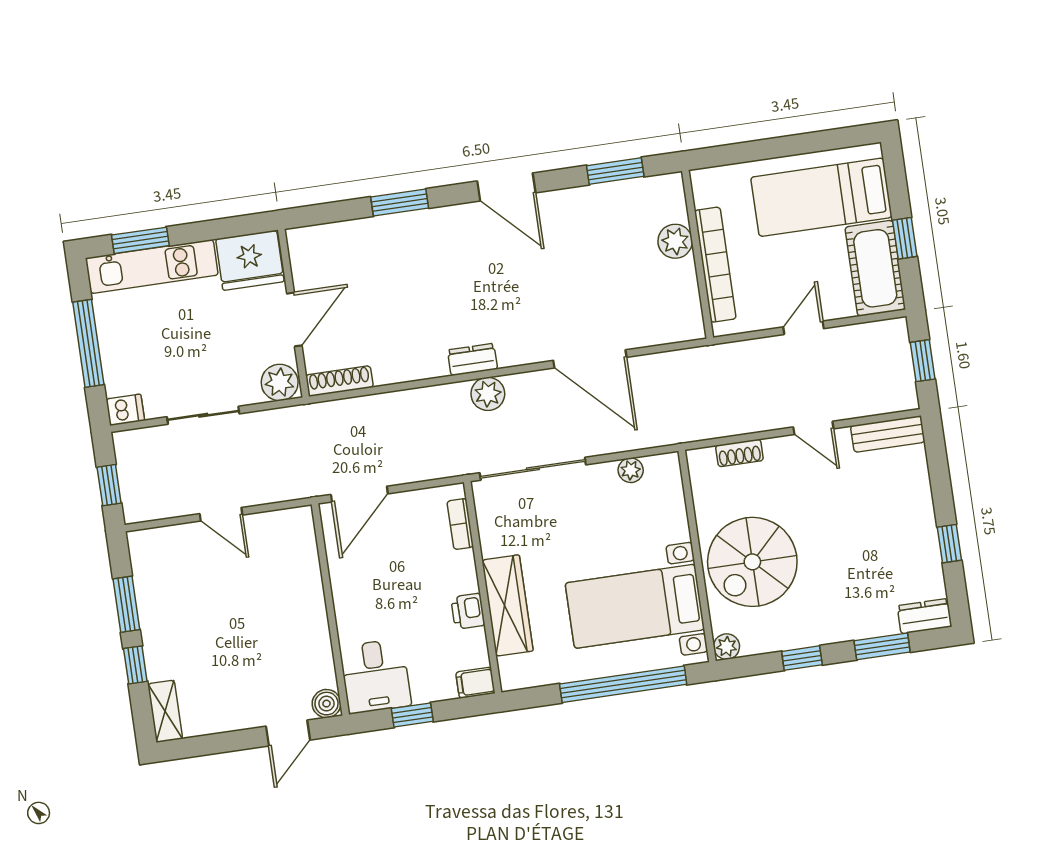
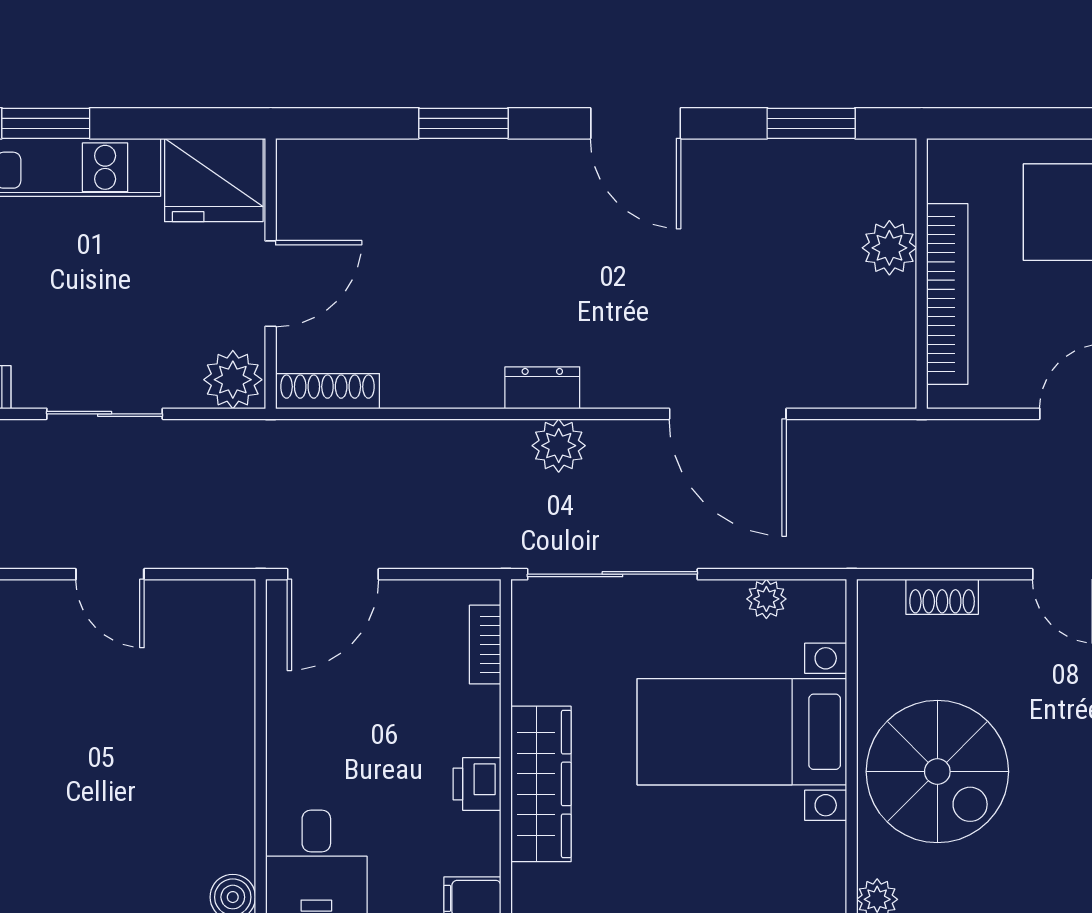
spiral stairs: (752, 562) -> (937, 772), turned -90
bed with nightstands: (635, 606) -> (742, 732), moved

